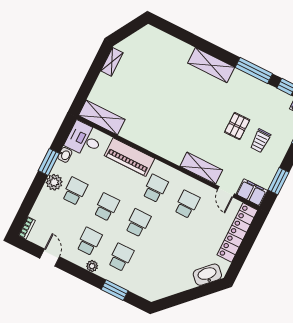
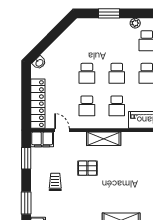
pallet: (237, 126) -> (87, 168), moved, turned 90
shelving: (201, 168) -> (104, 139), moved
school desk: (121, 257) -> (87, 73), moved
washbasin: (207, 275) -> (39, 63), width x0.52, depth x0.69

